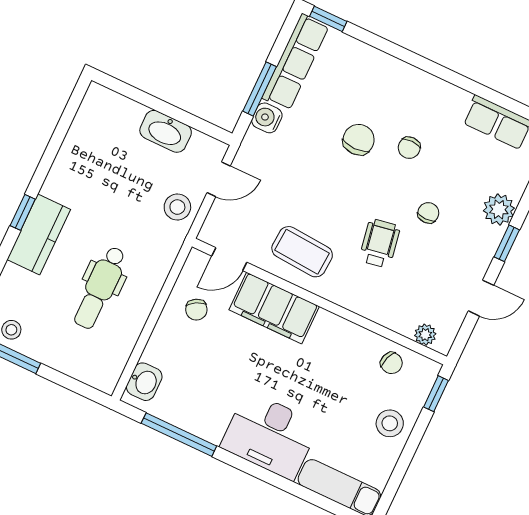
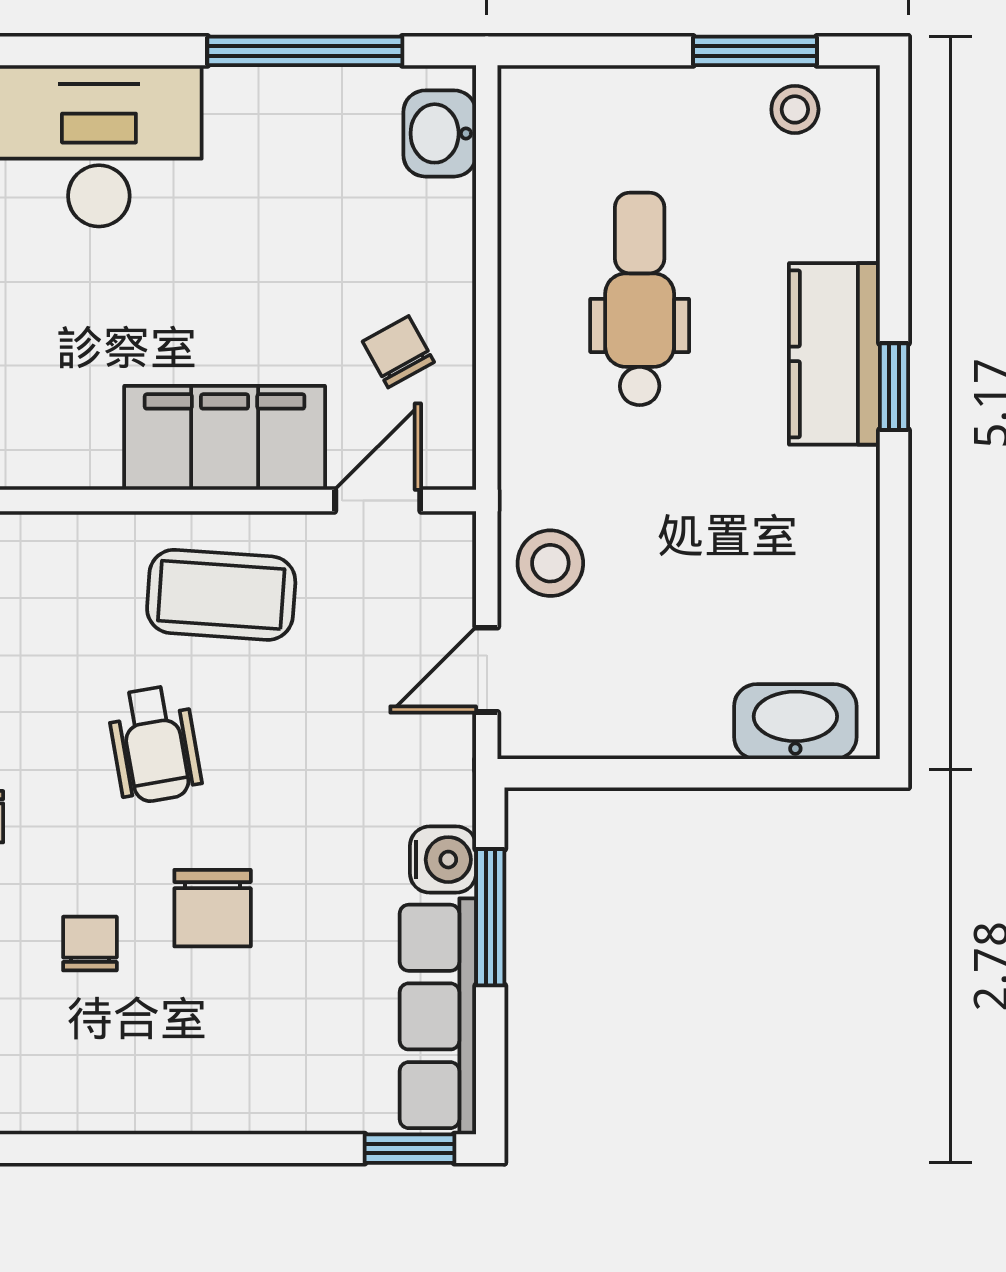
washbasin: (166, 131) -> (795, 722), moved
wheelchair: (380, 243) -> (154, 744), moved

